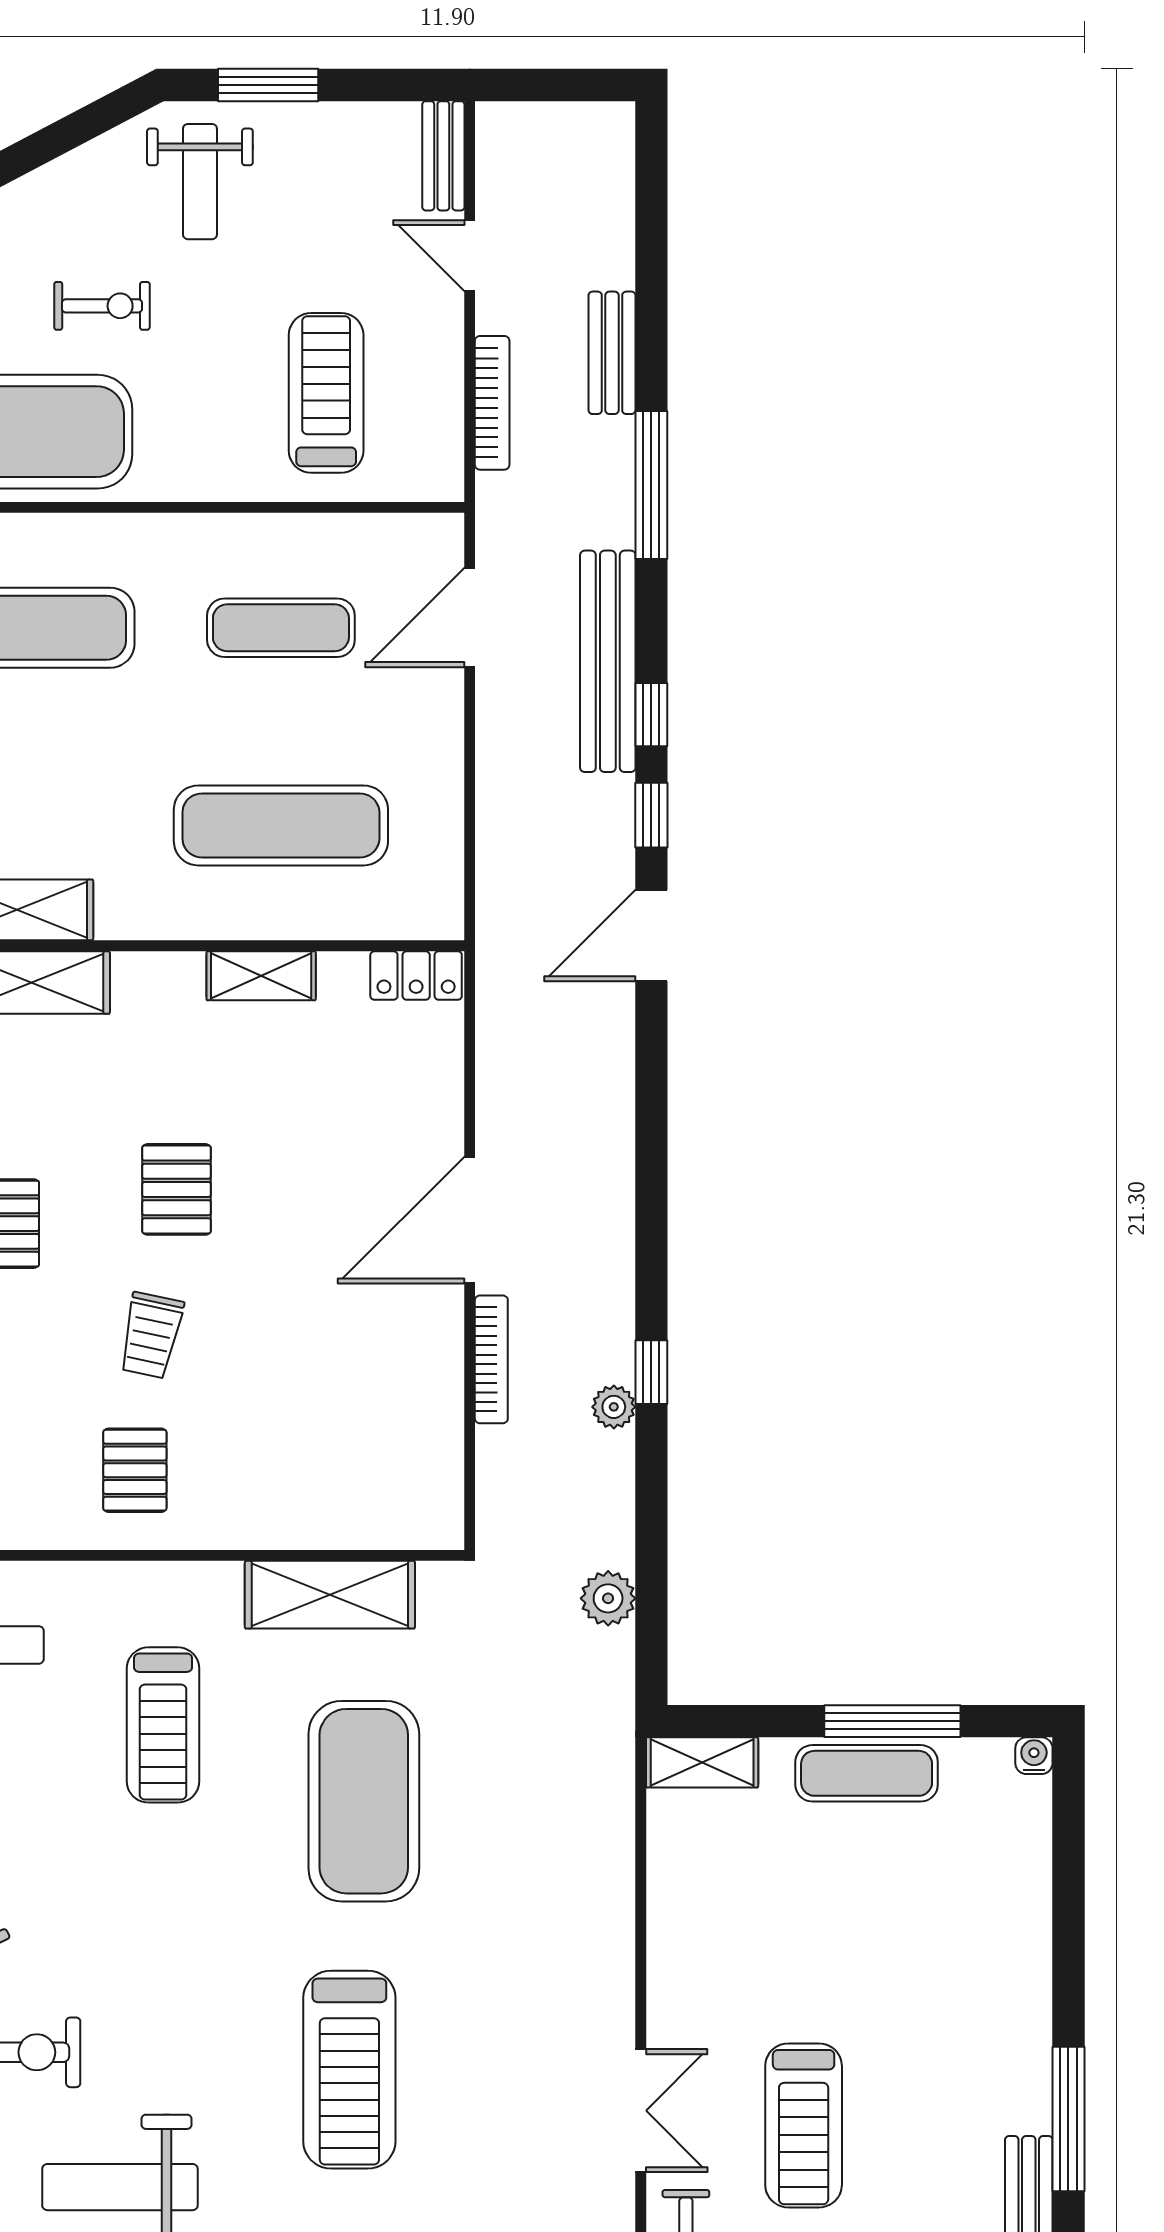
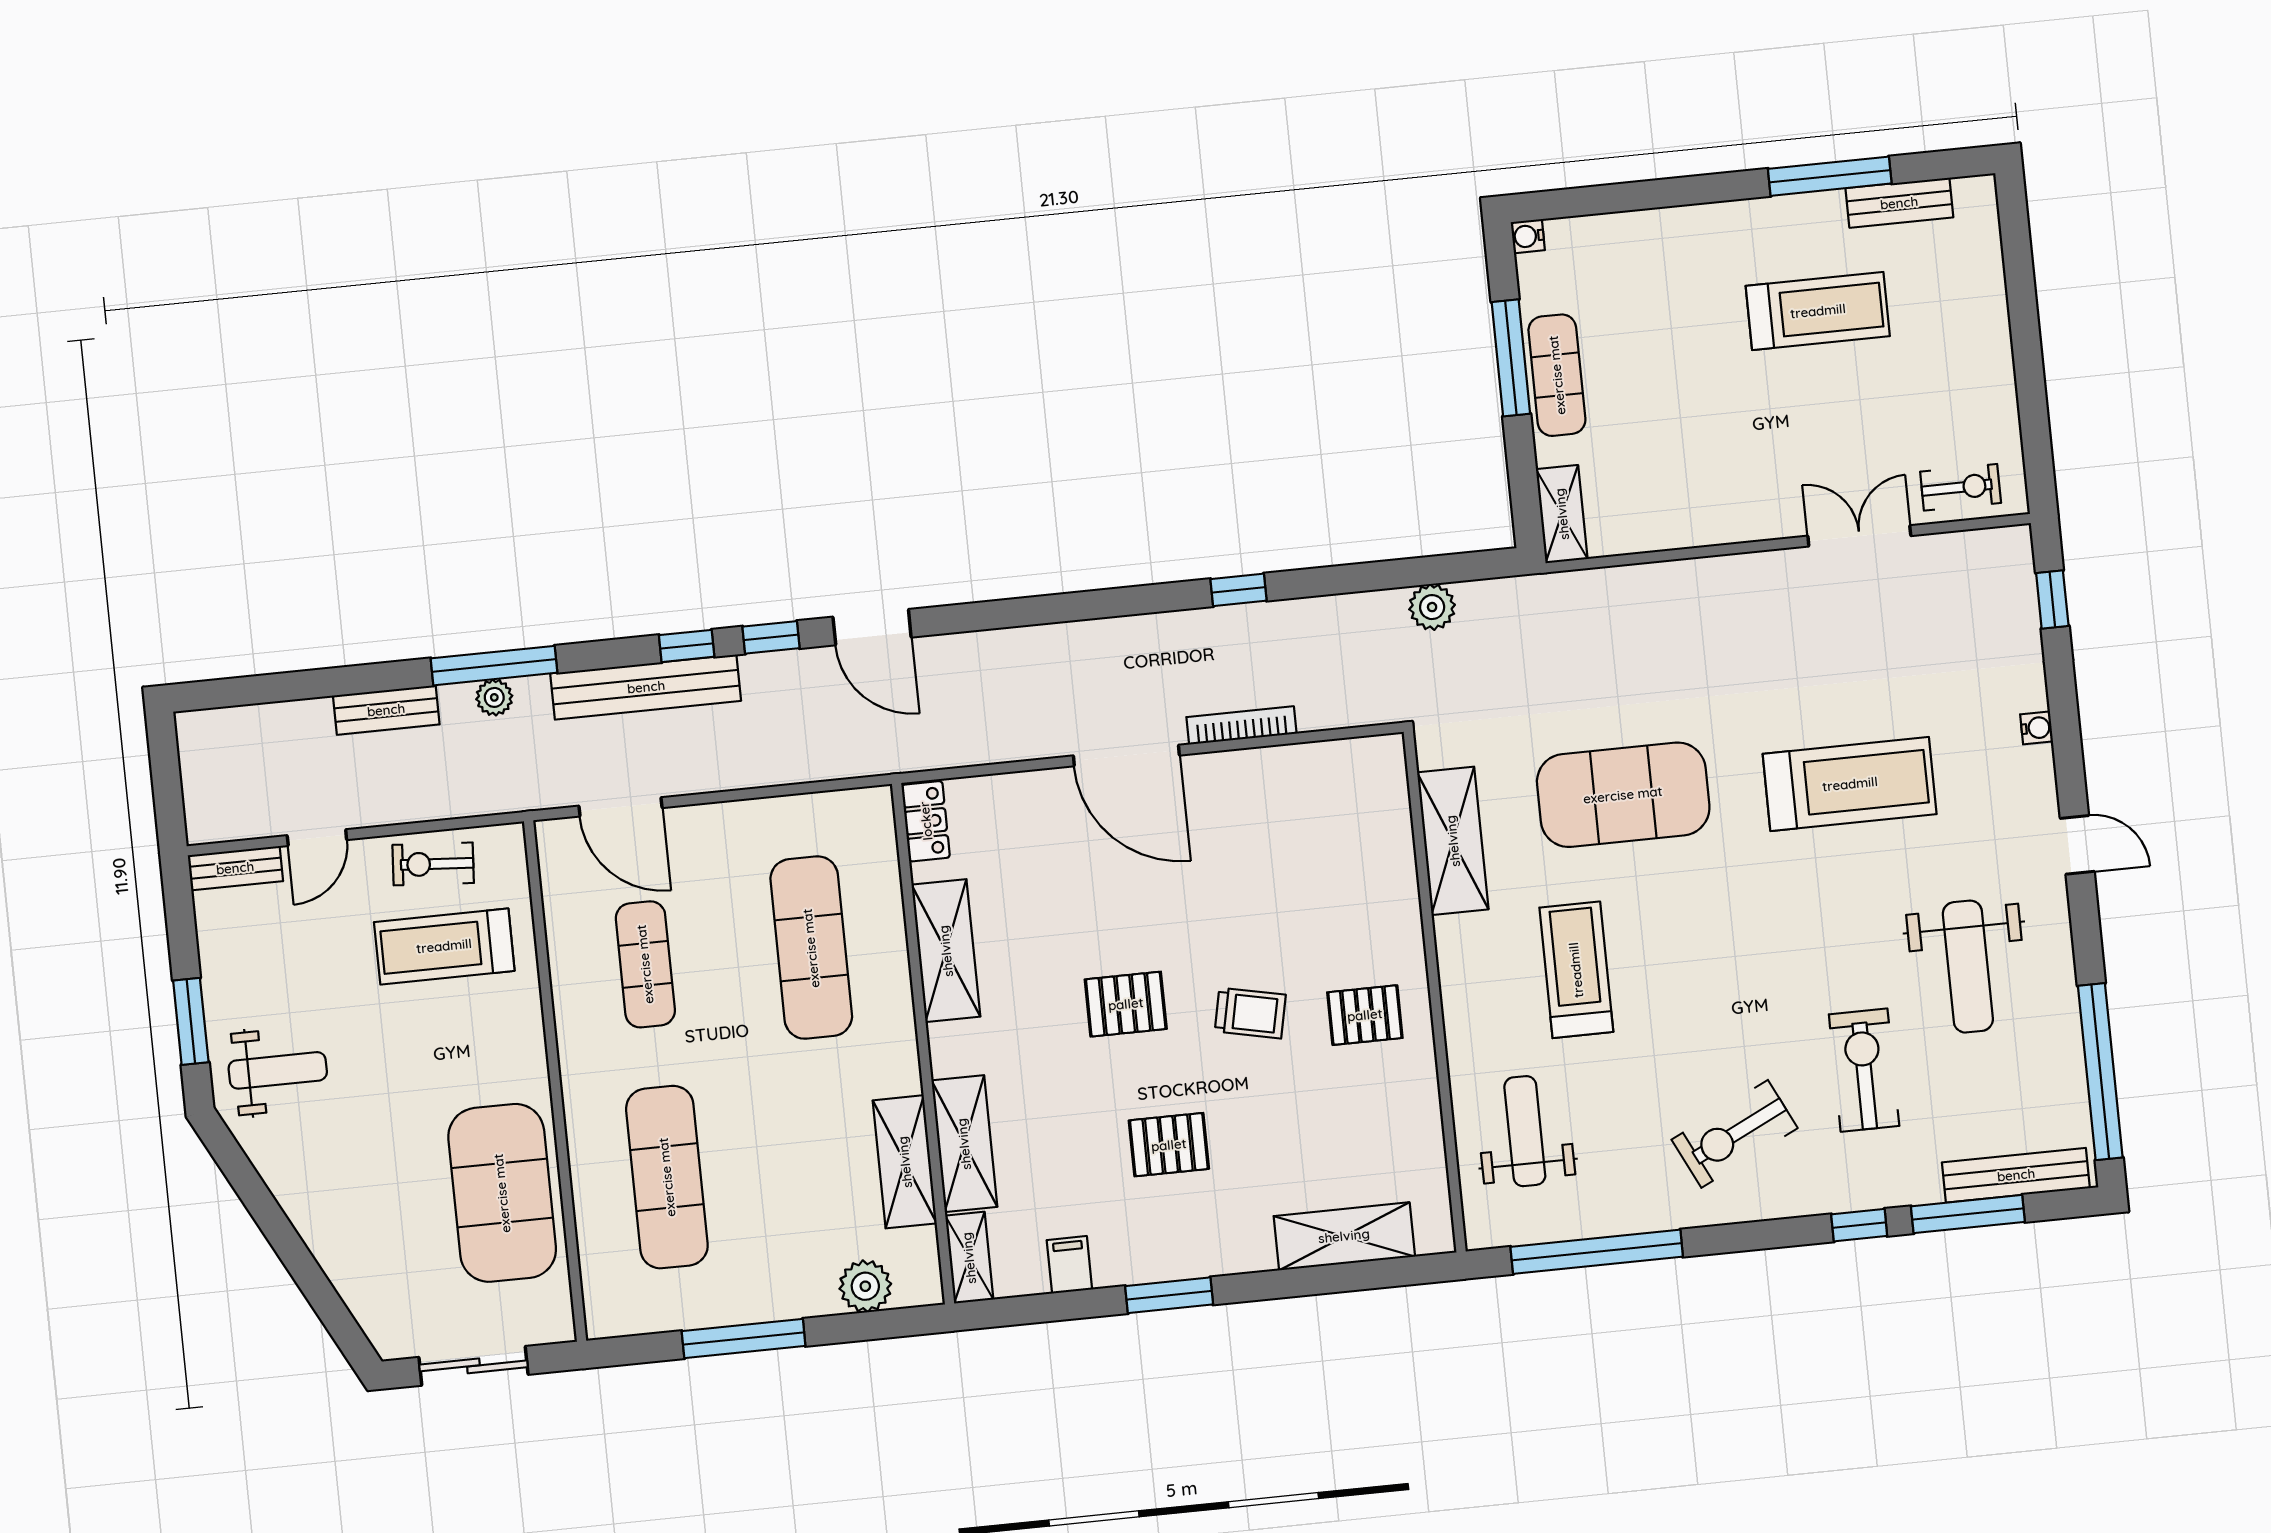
exercise bike: (102, 306) -> (433, 864), moved, turned -86
bookcase: (492, 403) -> (439, 806), removed
shelving: (261, 976) -> (946, 951), width x1.50, depth x1.33
plant: (614, 1407) -> (494, 697), moved
treadmill: (163, 1725) -> (1576, 970), turned -90
treadmill: (804, 2125) -> (1818, 311), moved

